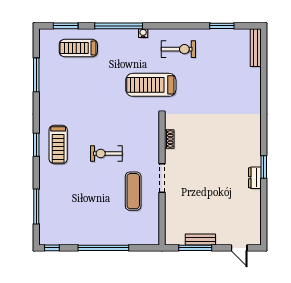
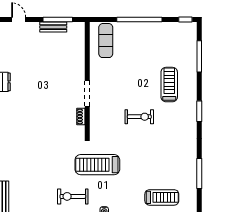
treadmill: (151, 85) -> (97, 165), turned 180
treadmill: (58, 144) -> (169, 85), moved
exercise bike: (106, 154) -> (139, 117), moved
doorway: (162, 178) -> (87, 94), moved
exercise mat: (133, 191) -> (106, 41), moved

